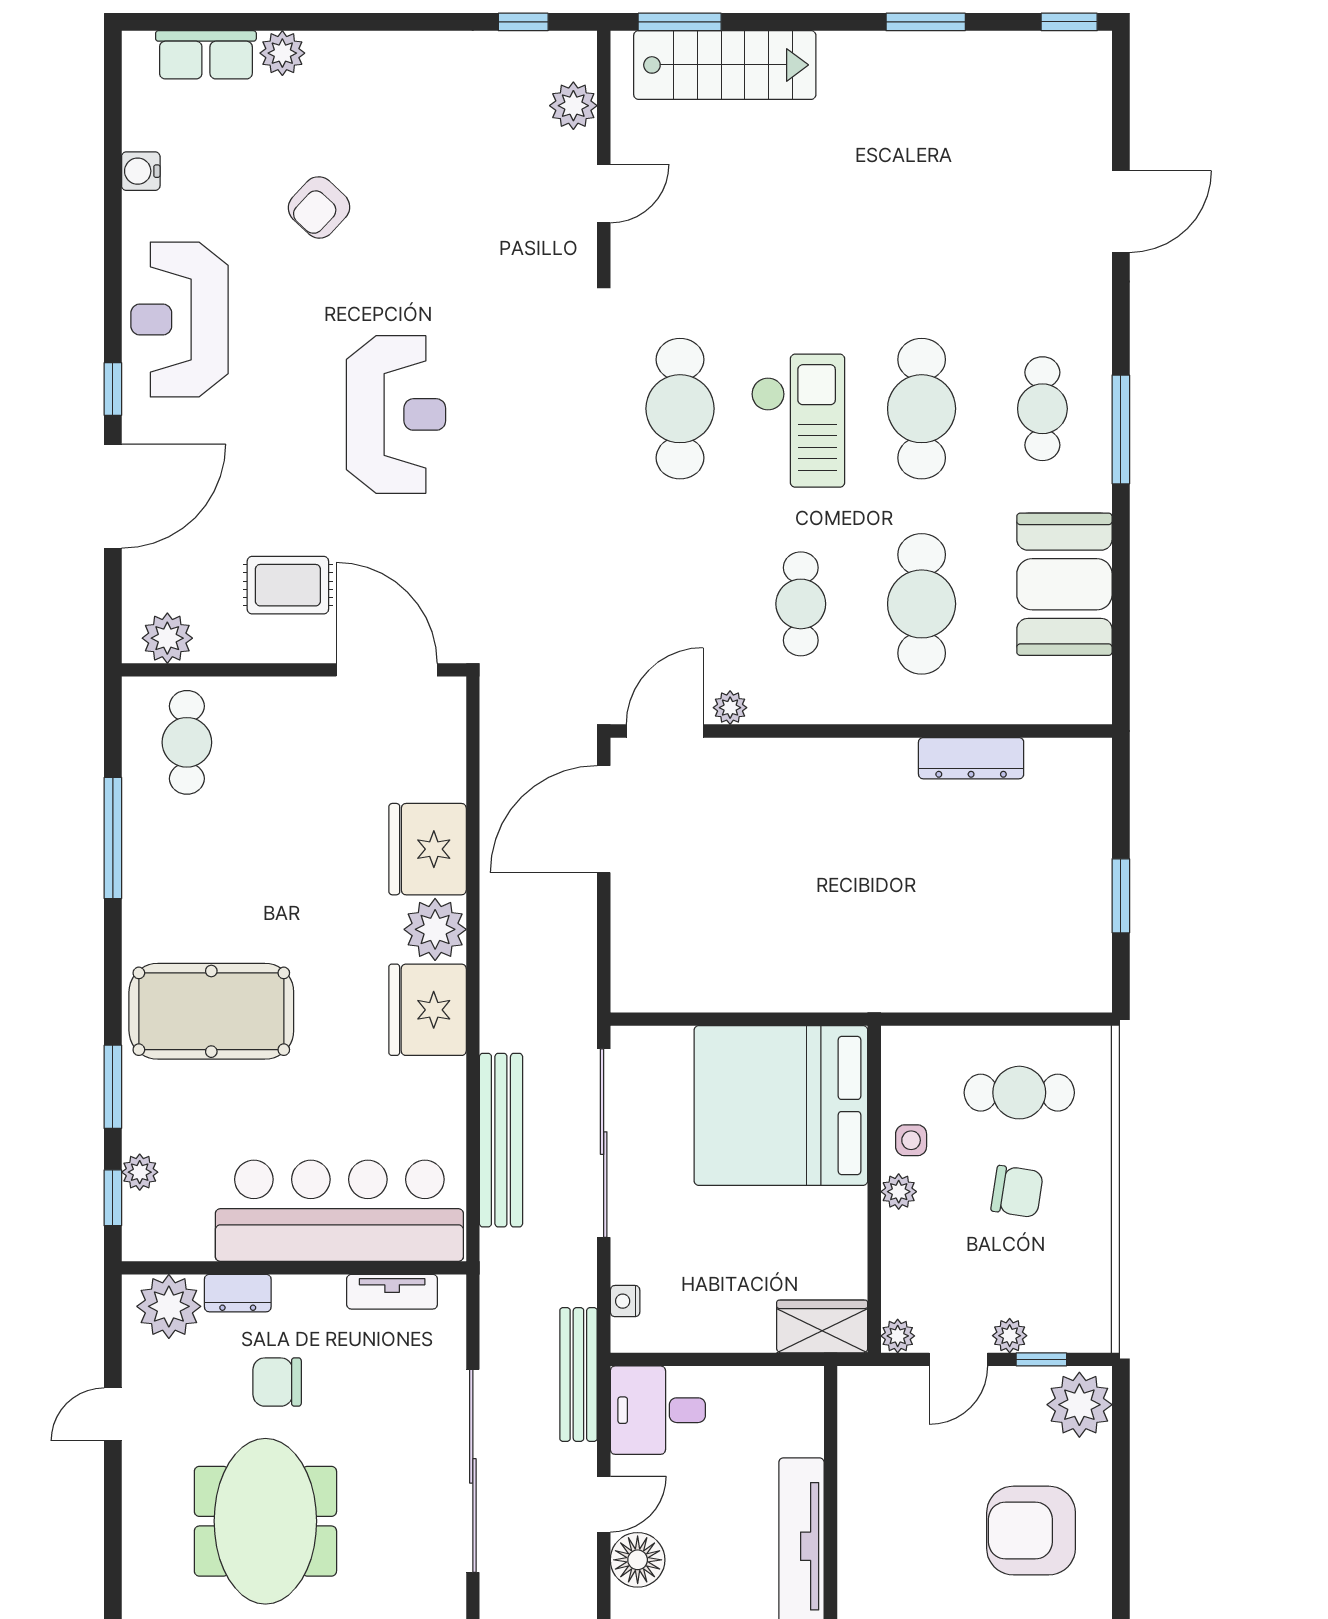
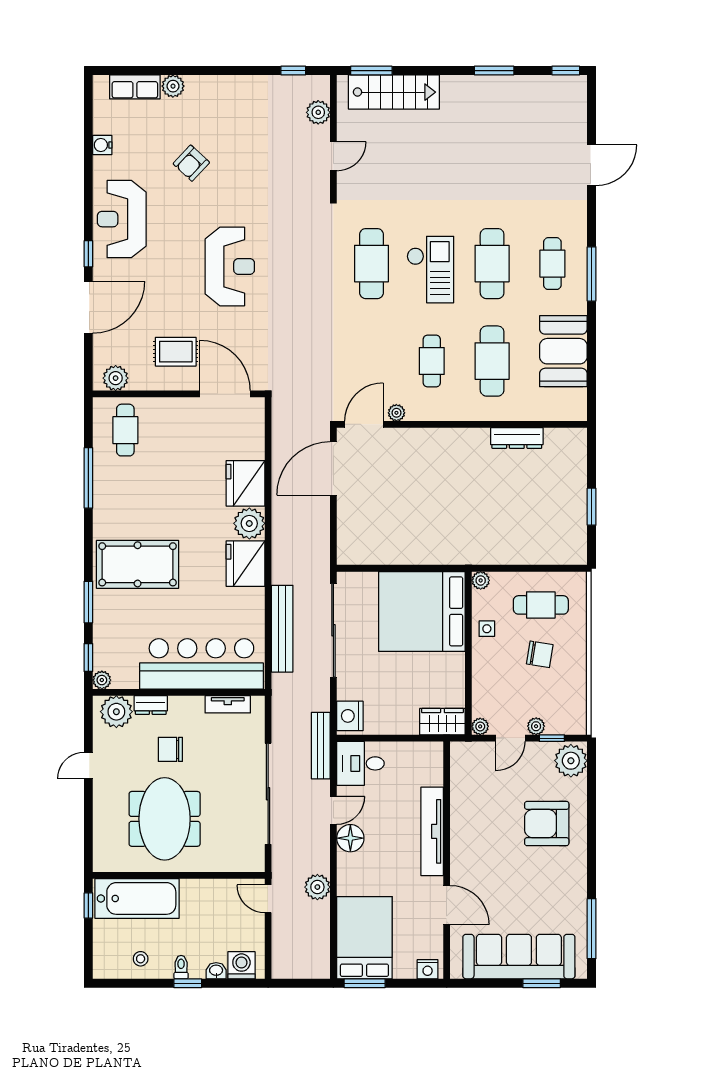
plant: (140, 1172) -> (102, 680), moved
plant: (899, 1192) -> (481, 580), moved
nightstand: (625, 1301) -> (350, 716), width x1.89, depth x1.79

